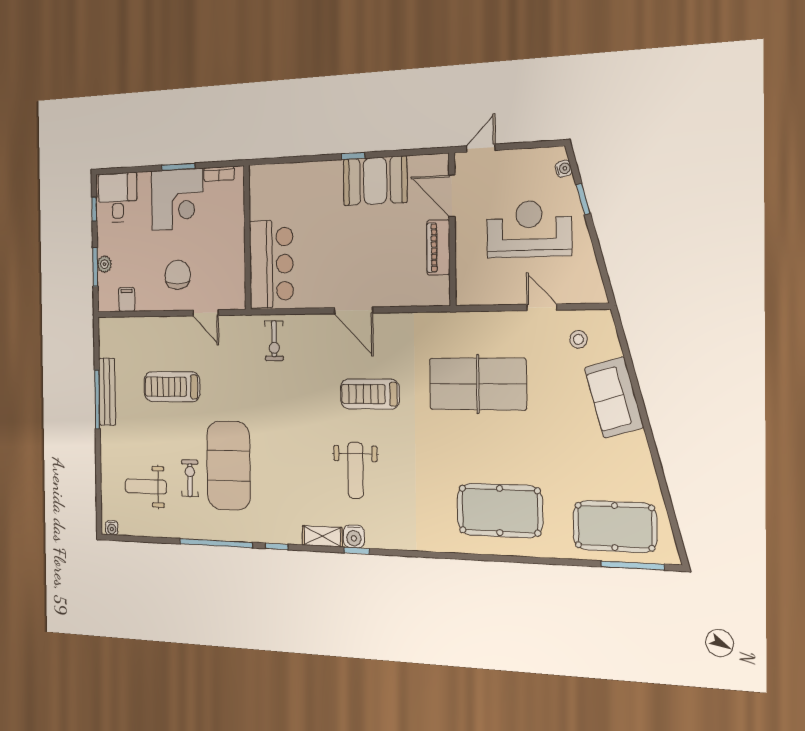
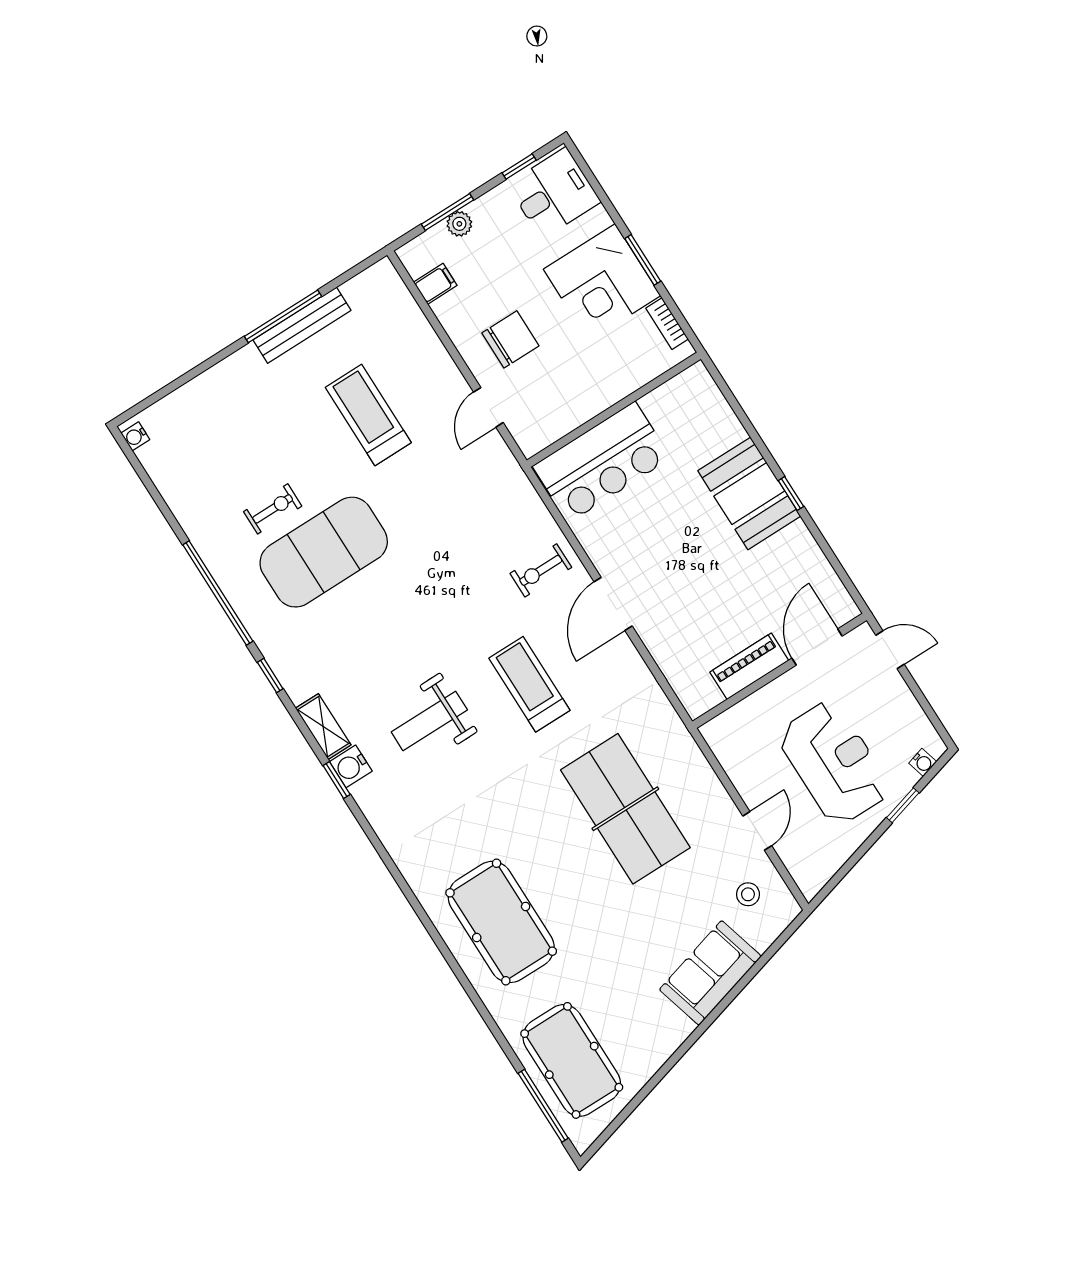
booth: (375, 181) -> (749, 493), moved
exercise bike: (274, 341) -> (541, 570), moved
weight bench: (146, 486) -> (221, 453), removed

